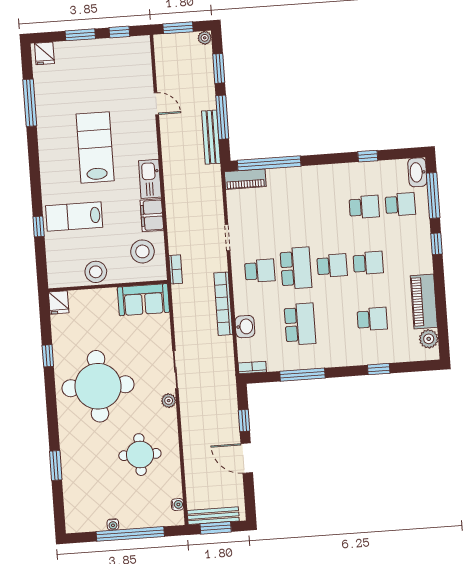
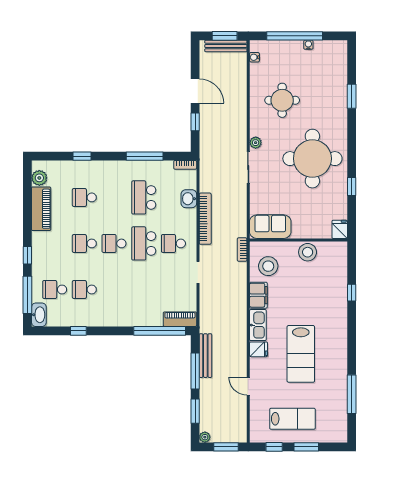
fridge: (44, 53) -> (259, 349), moved, turned 90
lab bench: (74, 216) -> (292, 419), moved

